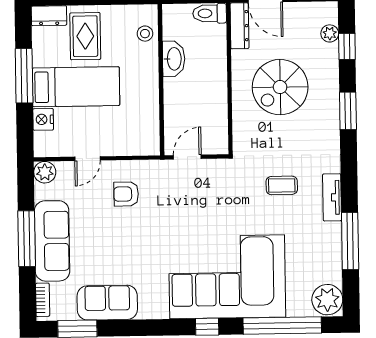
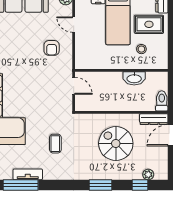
stool: (145, 34) -> (141, 49), moved
armchair: (126, 194) -> (52, 48), turned 180
tv unit: (332, 197) -> (28, 174), moved

